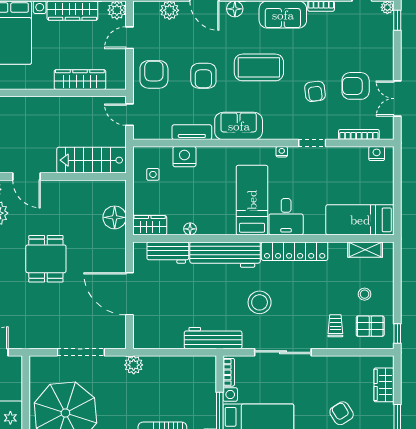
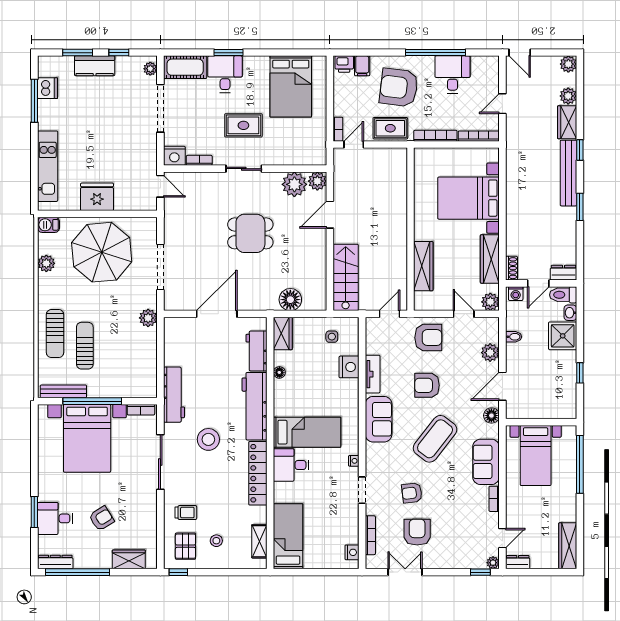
coffee table: (259, 67) -> (435, 439), turned 38

